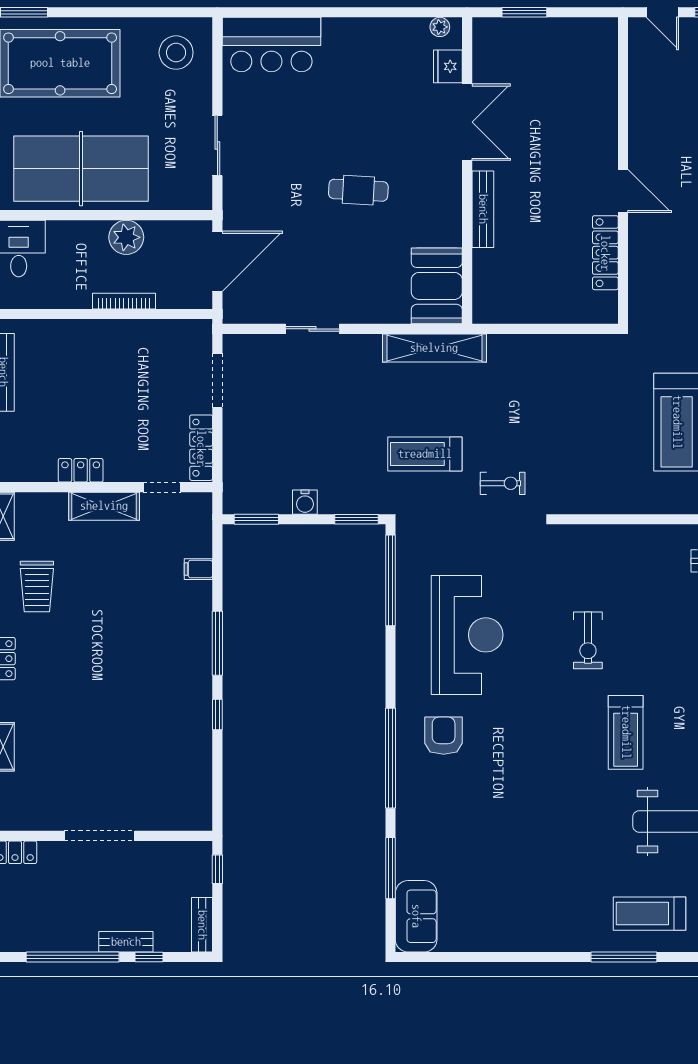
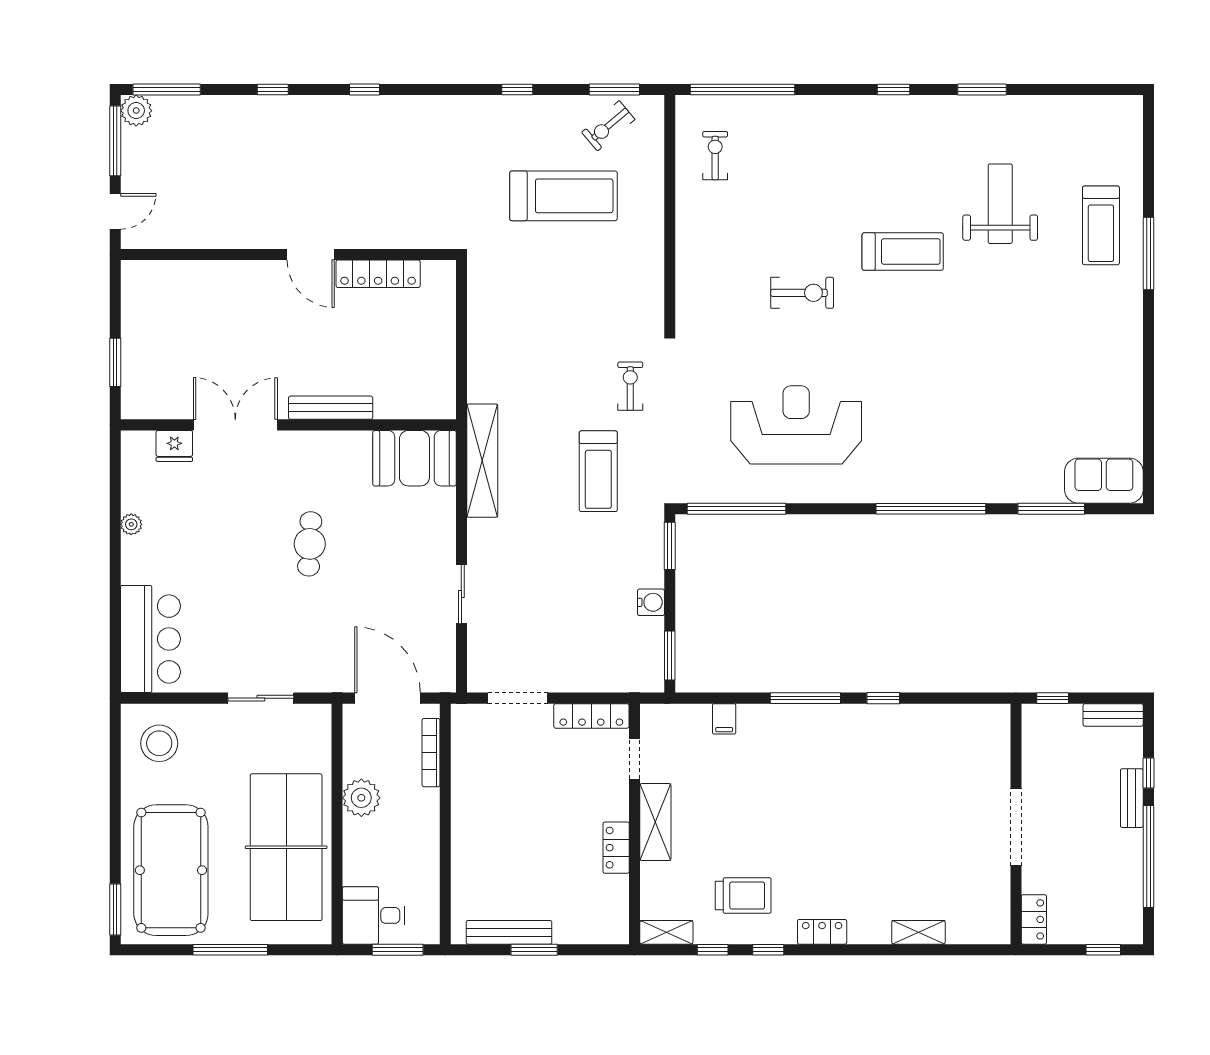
plant: (440, 27) -> (131, 524), moved
door: (623, 191) -> (311, 254), swing flipped
bookcase: (124, 301) -> (431, 753), moved
armchair: (444, 736) -> (906, 451), removed

